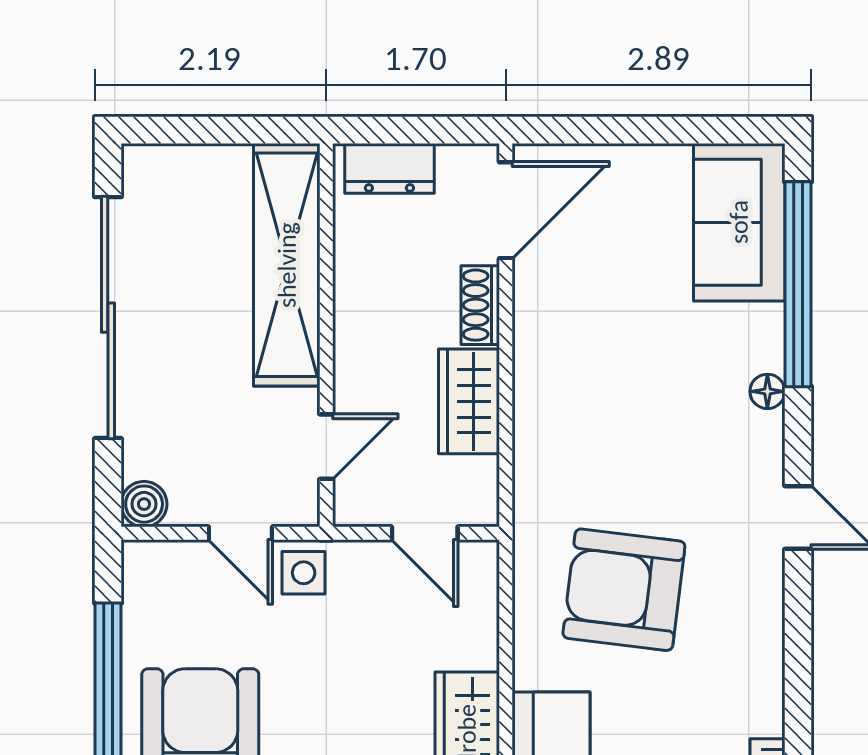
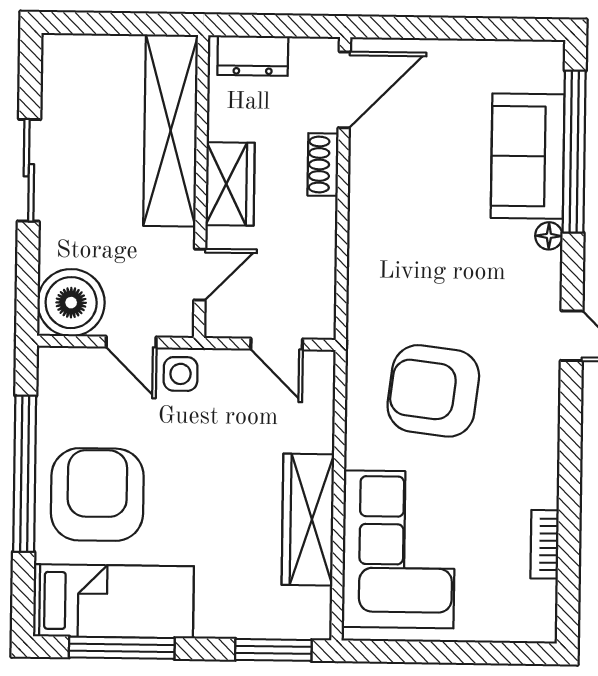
sofa: (739, 222) -> (528, 156), moved
sliding door: (108, 318) -> (29, 170), width x0.54
wardrobe: (469, 401) -> (230, 184), moved, turned 180
boiler: (144, 504) -> (71, 303), width x1.86, depth x1.86

